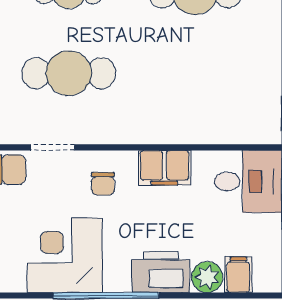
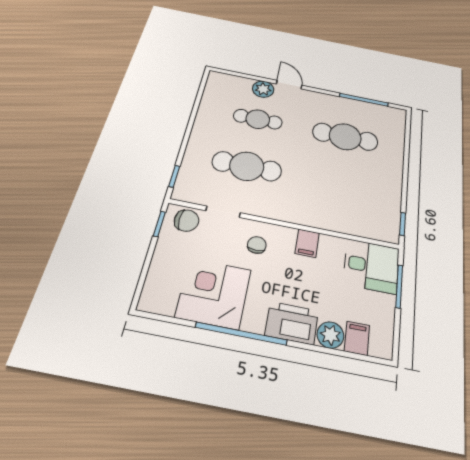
filing cabinet: (165, 168) -> (307, 243), width x0.50
chair: (103, 184) -> (257, 245), turned 180

